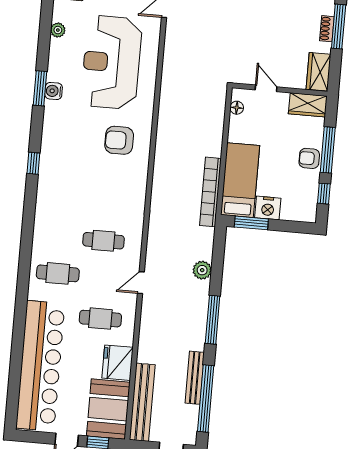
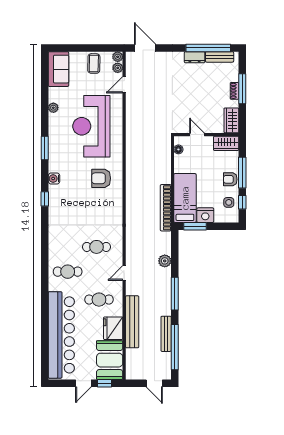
water cooler: (54, 91) -> (54, 179), moved
side table: (304, 192) -> (229, 202), added
bench: (142, 402) -> (132, 322), moved

